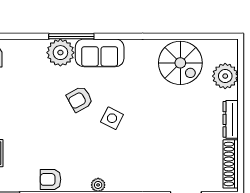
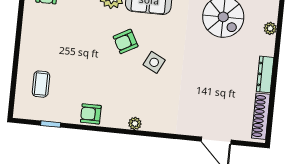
plant: (225, 76) -> (270, 28), width x0.53, depth x0.53

